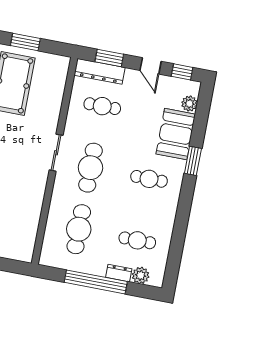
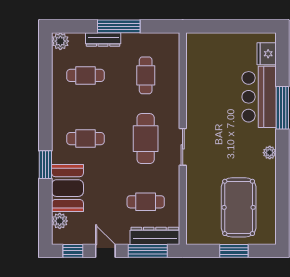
window: (109, 58) -> (148, 251), width x1.44
cafe table: (79, 229) -> (146, 75), width x0.73, depth x0.74
dresser: (119, 273) -> (103, 39), width x1.44
plant: (141, 275) -> (60, 41), moved
window: (96, 282) -> (119, 26), width x0.68

